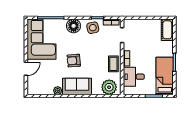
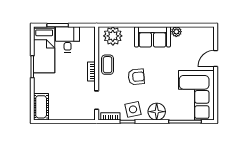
armchair: (74, 61) -> (136, 77), moved
desk: (134, 77) -> (68, 39), moved, turned -90

